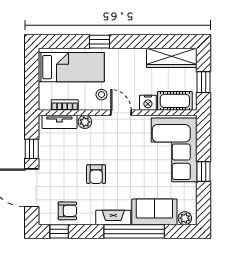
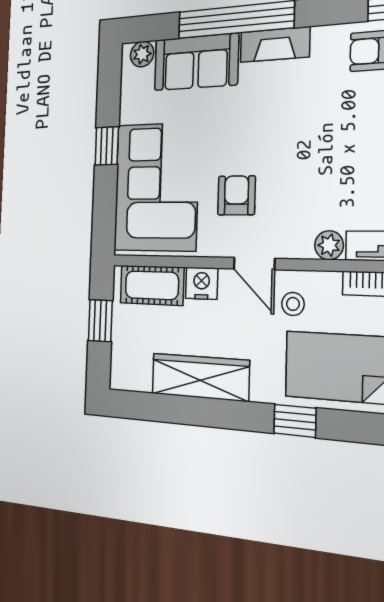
wardrobe: (172, 58) -> (200, 377), moved
armchair: (96, 174) -> (236, 195), moved

